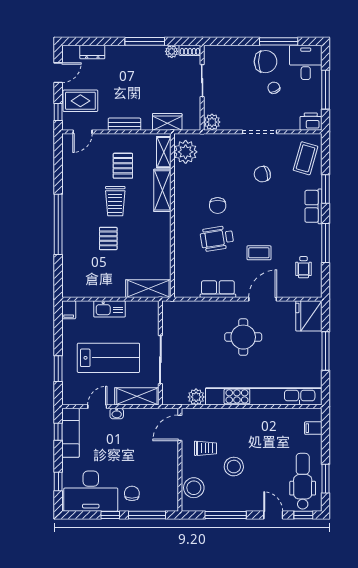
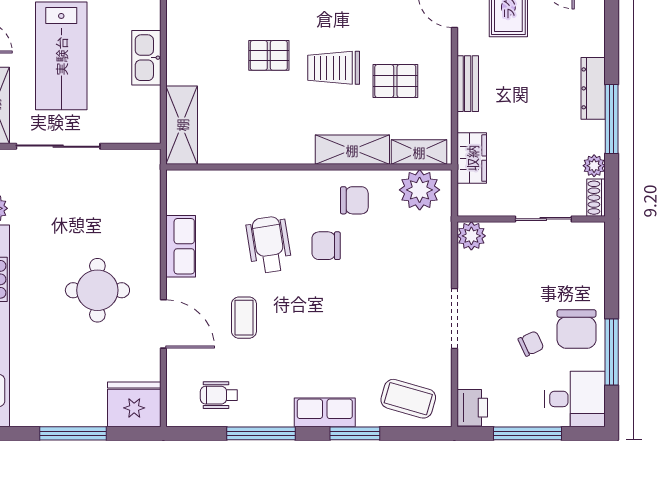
dresser: (92, 52) -> (593, 88), moved, width x1.44
chair: (262, 174) -> (354, 200), moved, turned 105

